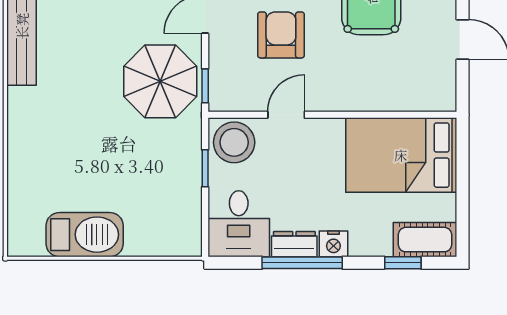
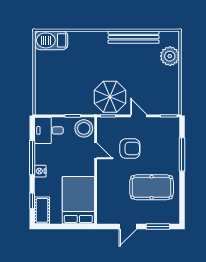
barbecue: (85, 235) -> (51, 40), moved, turned 90
dresser: (294, 244) -> (40, 154), removed

